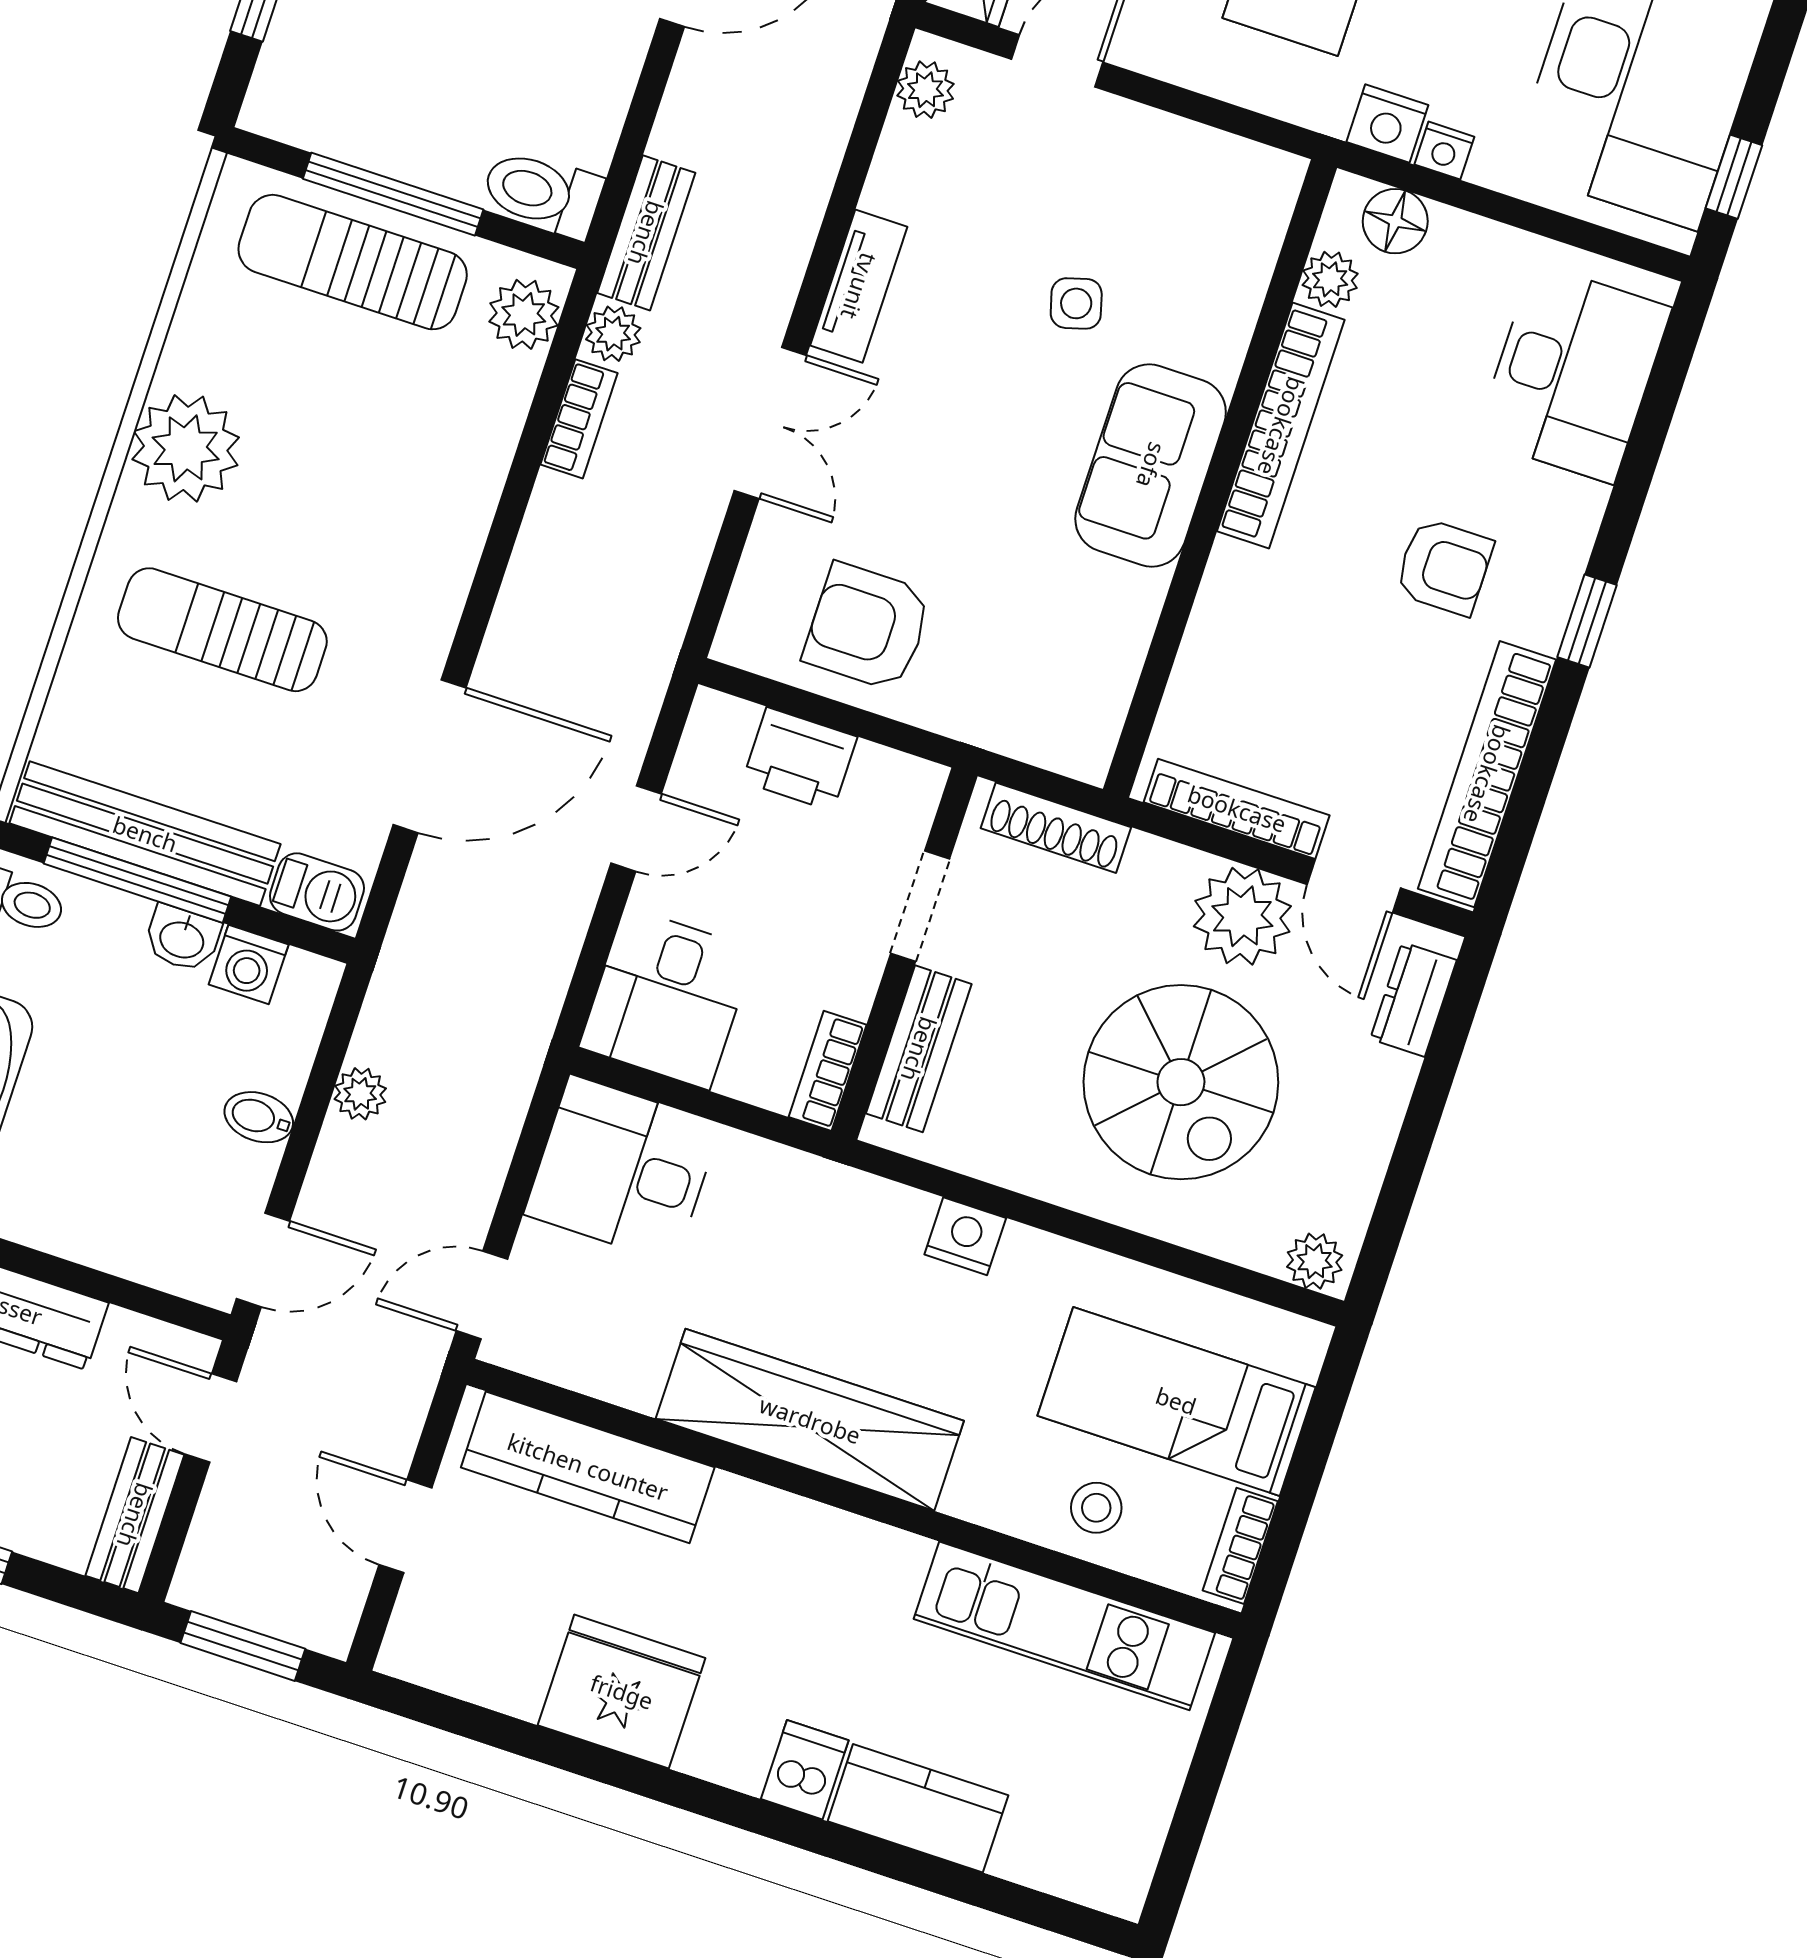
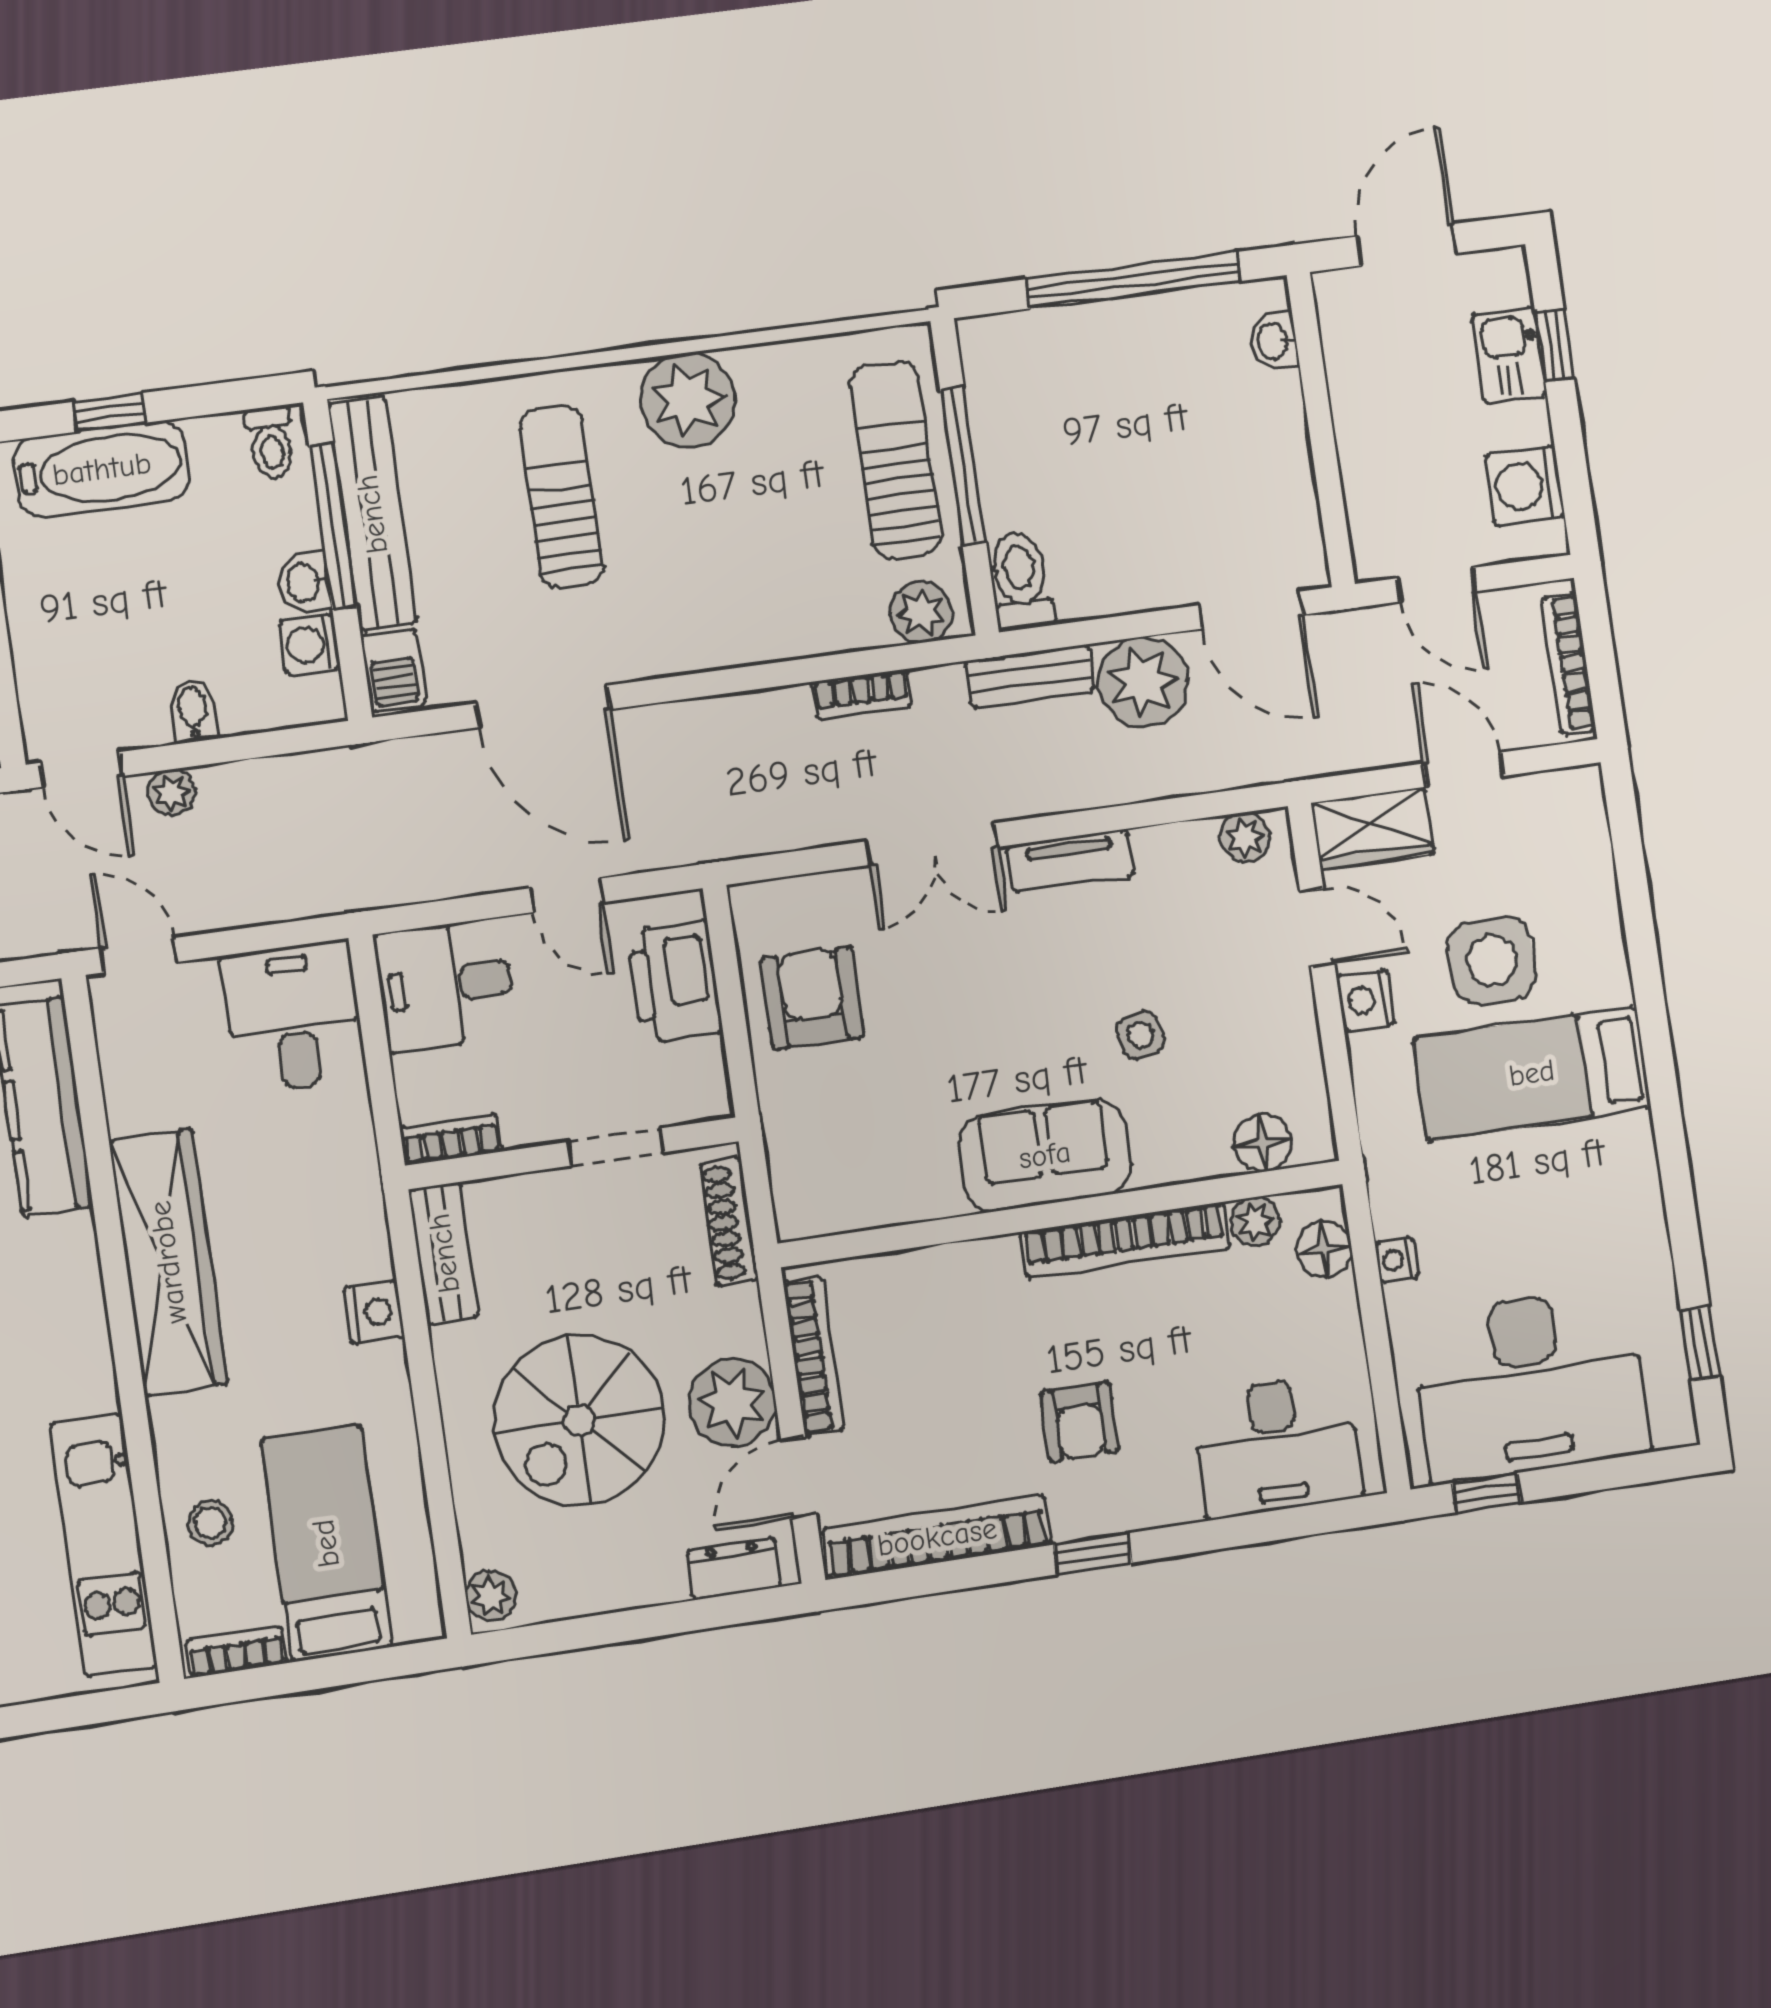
nightstand: (1387, 124) -> (1365, 1000), moved
floor lamp: (1252, 231) -> (1262, 1143), added
plant: (613, 334) -> (1143, 682), moved, width x1.87, depth x1.87
printer: (800, 759) -> (675, 982), width x1.37, depth x1.19
bench: (919, 1049) -> (444, 1253), moved, turned 90
plant: (360, 1094) -> (172, 792), moved

